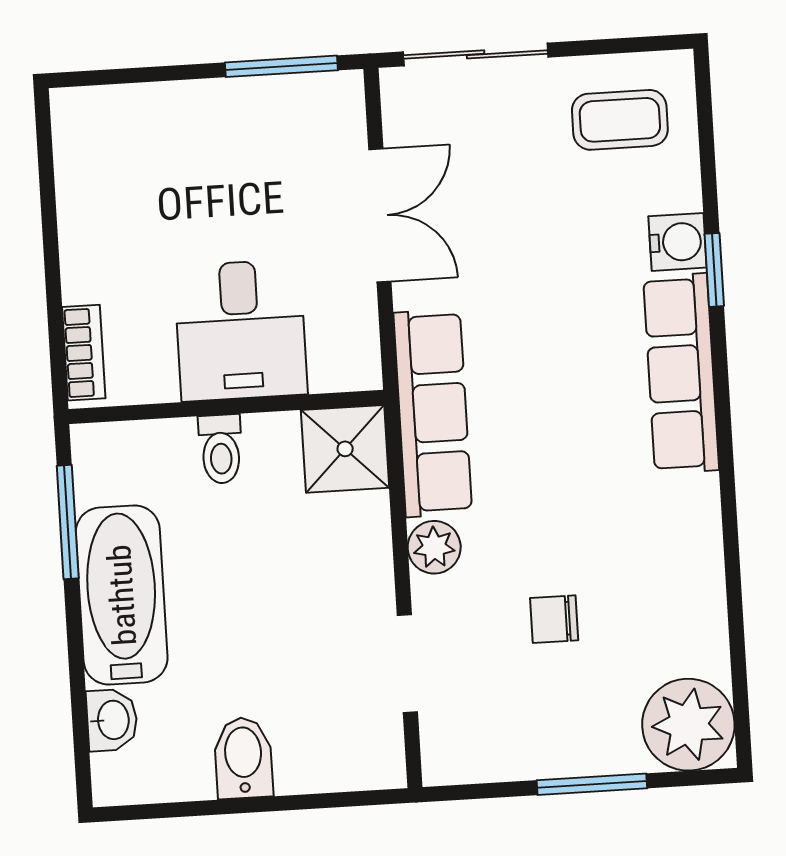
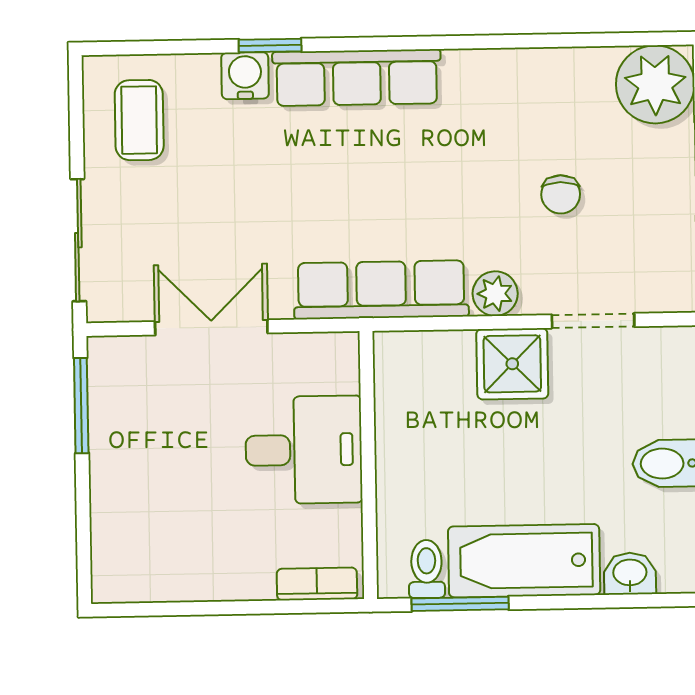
toilet: (221, 449) -> (427, 569), moved, turned -90
shower: (345, 449) -> (512, 364), moved

